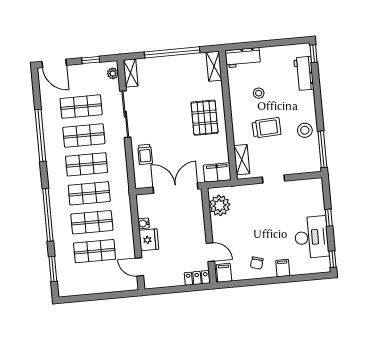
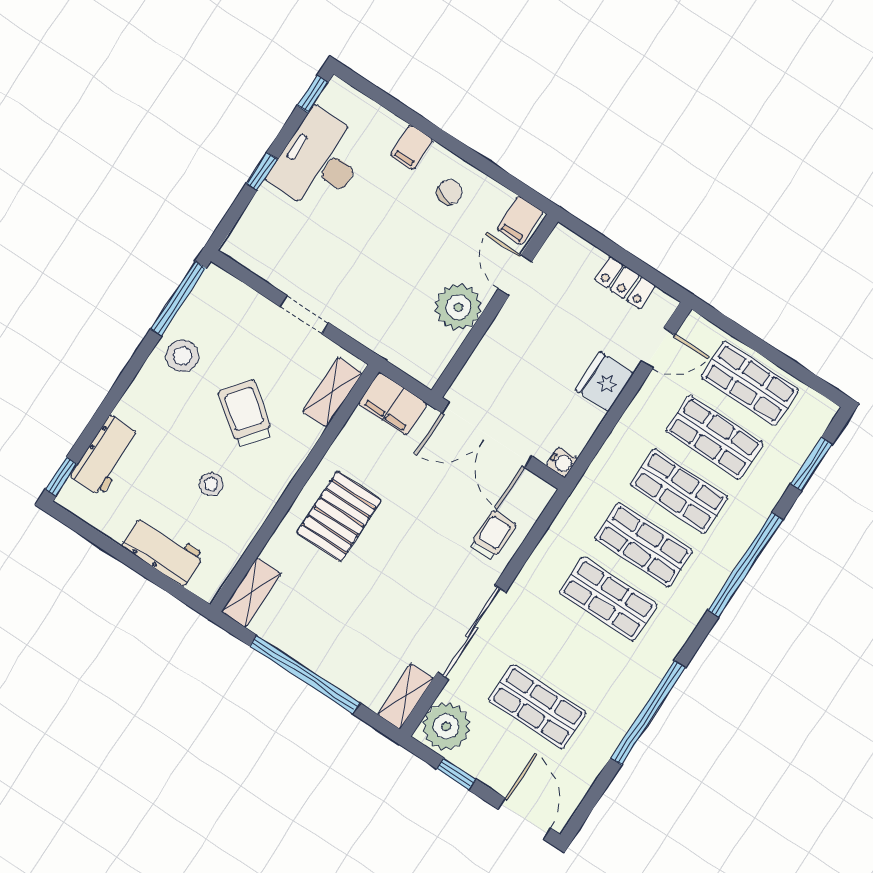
workbench: (243, 58) -> (163, 550), moved
plant: (113, 73) -> (446, 726), width x1.88, depth x1.88
trolley: (267, 128) -> (245, 413), turned 41
shop shelf: (84, 135) -> (750, 383), moved
plant: (220, 205) -> (458, 307), moved
water cooler: (144, 223) -> (562, 462), moved
door: (139, 267) -> (658, 348), hinge flipped
locker: (197, 278) -> (625, 283), moved

